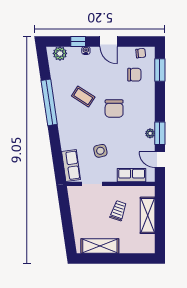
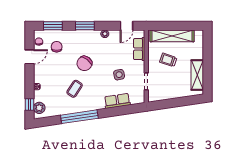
window: (78, 42) -> (29, 104), moved
door: (109, 42) -> (29, 57), moved
chair: (114, 109) -> (84, 63), turned 128
window: (160, 133) -> (85, 26), moved
row of seats: (71, 166) -> (117, 101), moved
shelving: (148, 215) -> (172, 36), width x1.47

